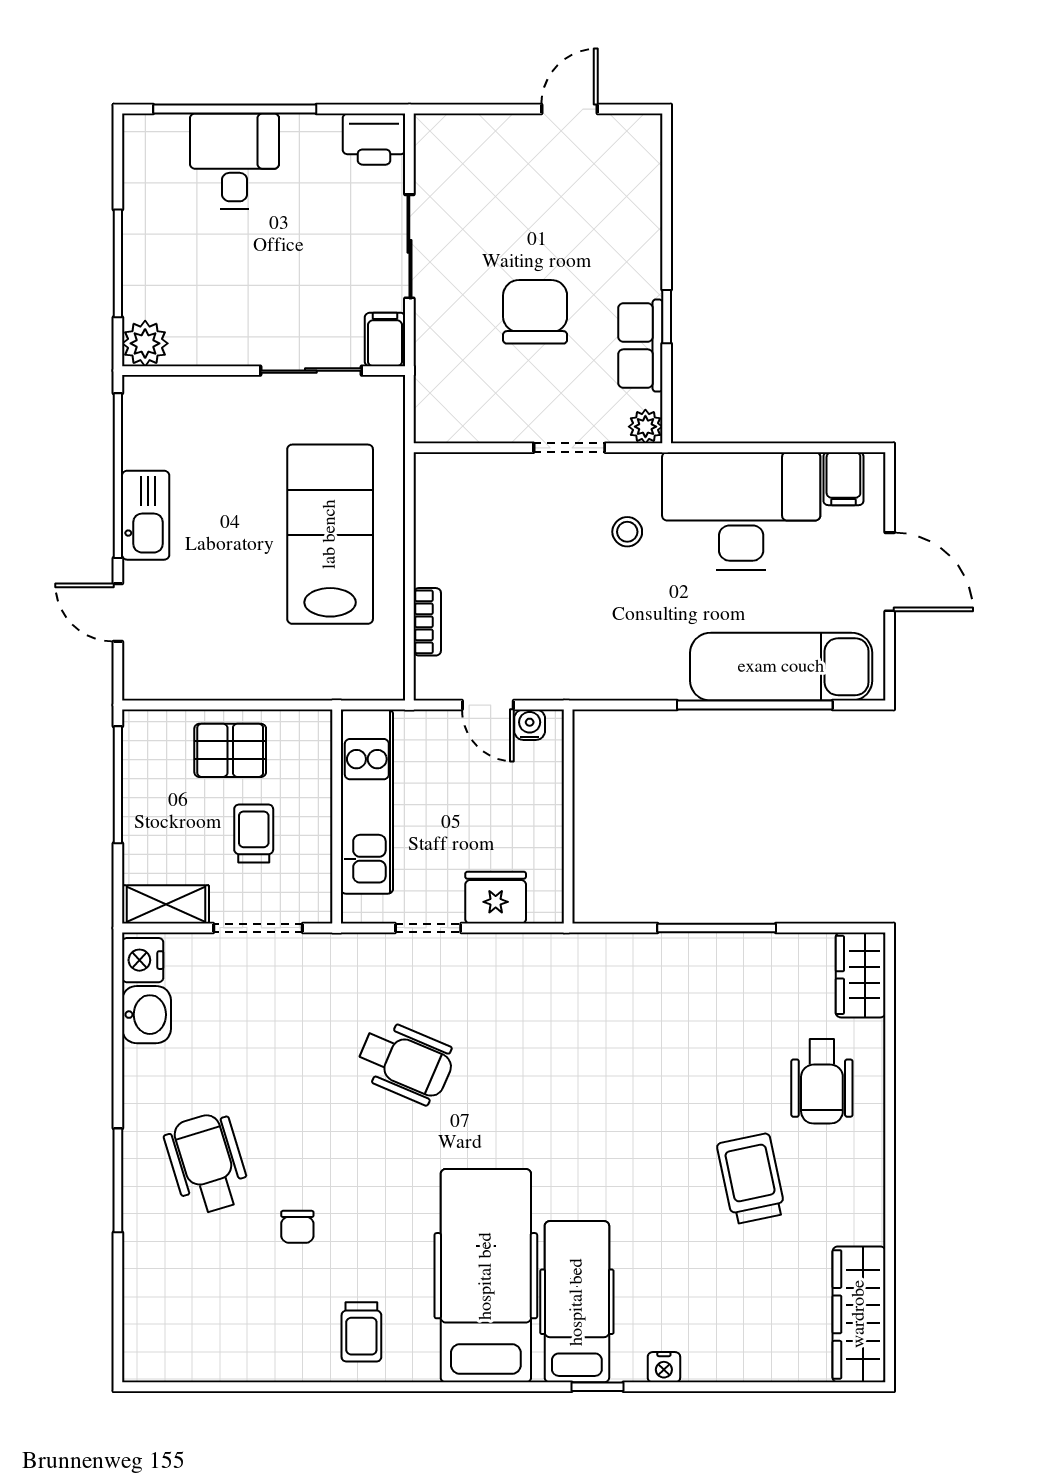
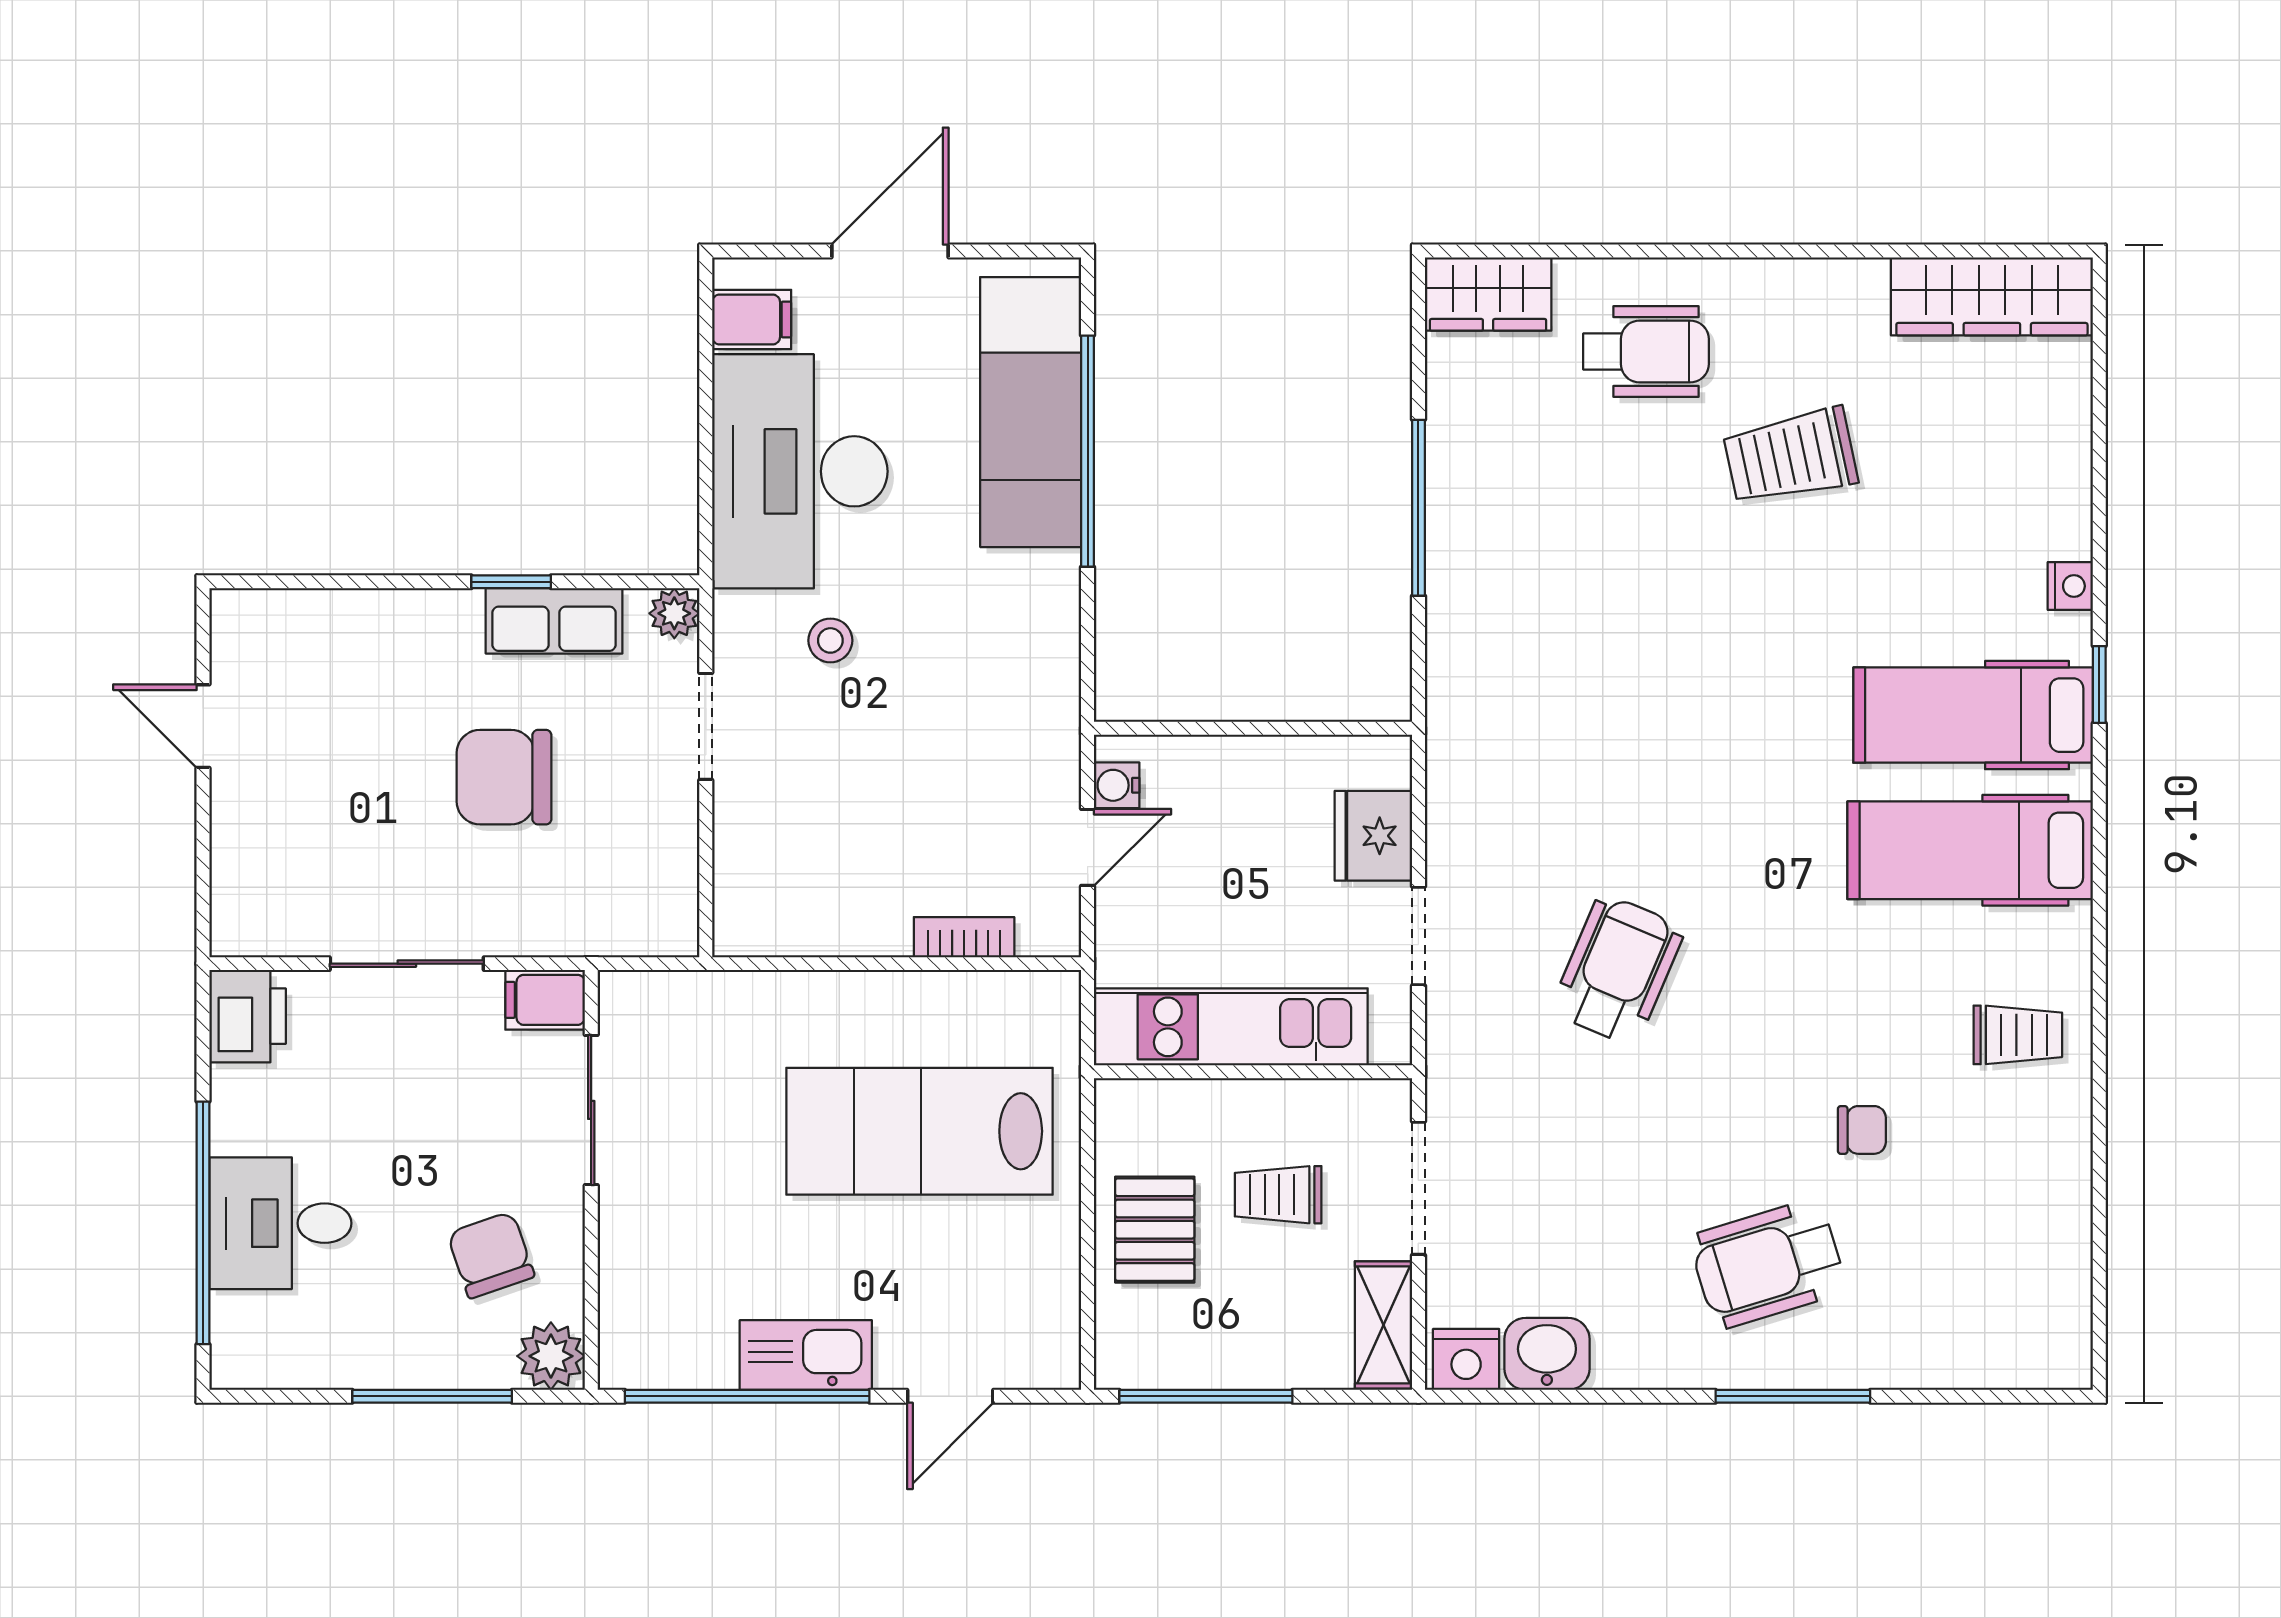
chair: (213, 303) -> (491, 1255), added
lab bench: (330, 534) -> (920, 1131), moved
hospital bed: (486, 1276) -> (1970, 850), width x0.73, depth x0.78

